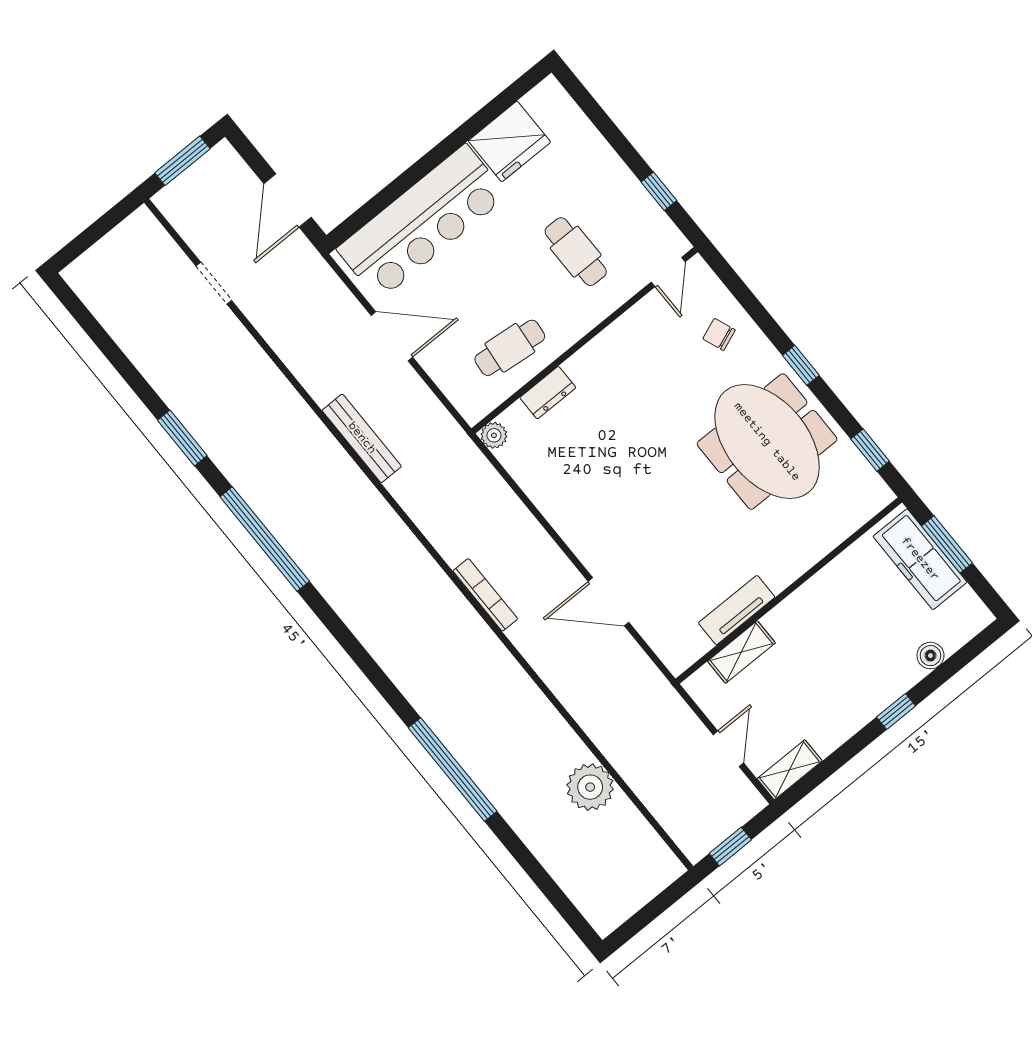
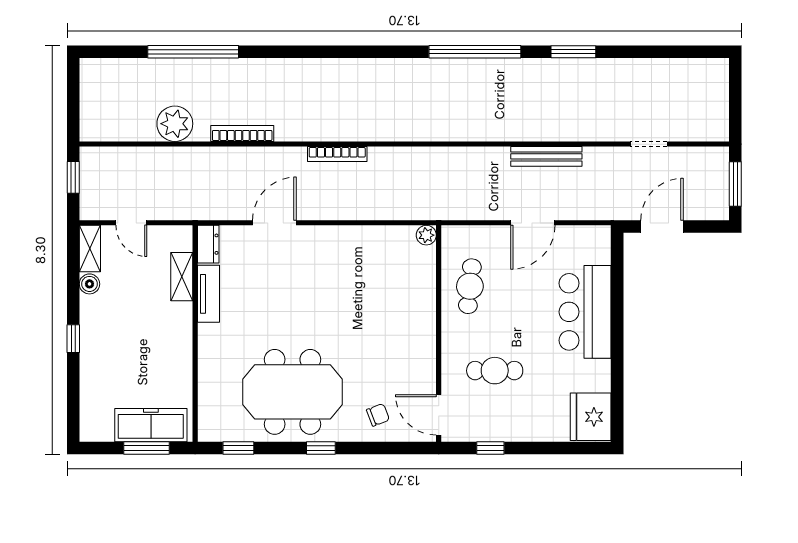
fridge: (509, 141) -> (591, 417), moved
door: (288, 201) -> (662, 226), hinge flipped
bar counter: (422, 222) -> (585, 312), width x0.73
door: (668, 272) -> (439, 415), width x1.38
dresser: (548, 393) -> (208, 244), moved, turned 180
bench: (362, 438) -> (546, 156), moved
boiler: (930, 656) -> (89, 284), moved
bookcase: (544, 710) -> (242, 134), added
window: (453, 769) -> (193, 52), moved

